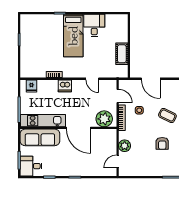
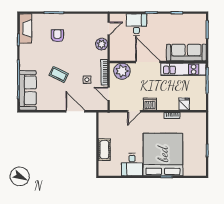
bed: (73, 36) -> (163, 154), width x2.04
cot: (122, 54) -> (104, 150), moved
door: (92, 79) -> (134, 111), swing flipped
fridge: (31, 86) -> (184, 104), moved
dishwasher: (65, 86) -> (150, 104), moved
armchair: (162, 143) -> (57, 36), moved
desk: (31, 166) -> (136, 25), moved, turned -90

